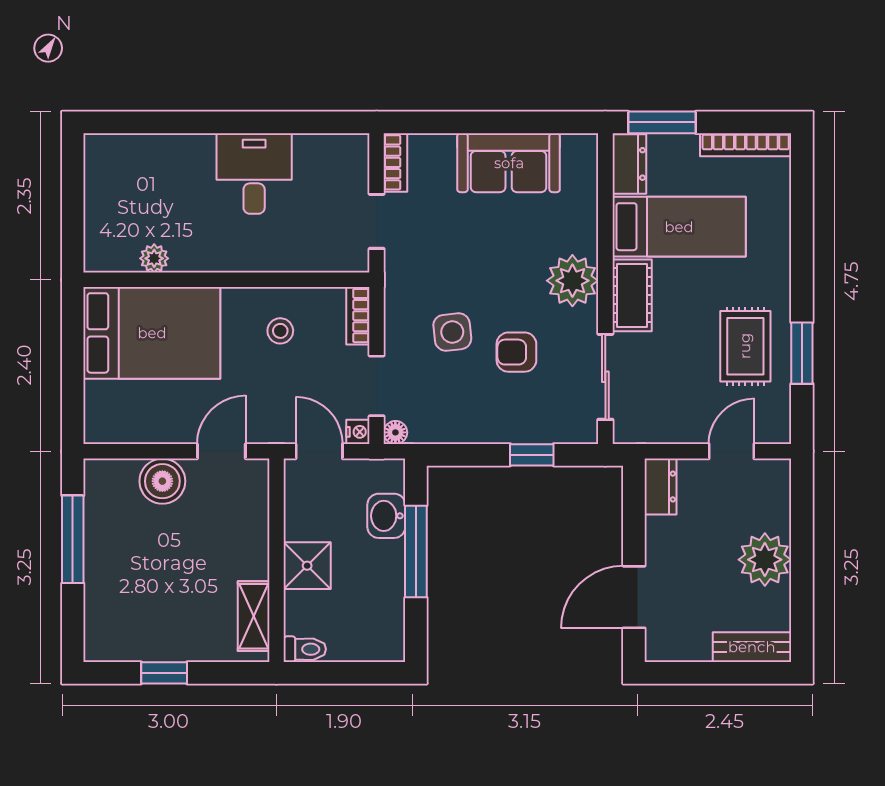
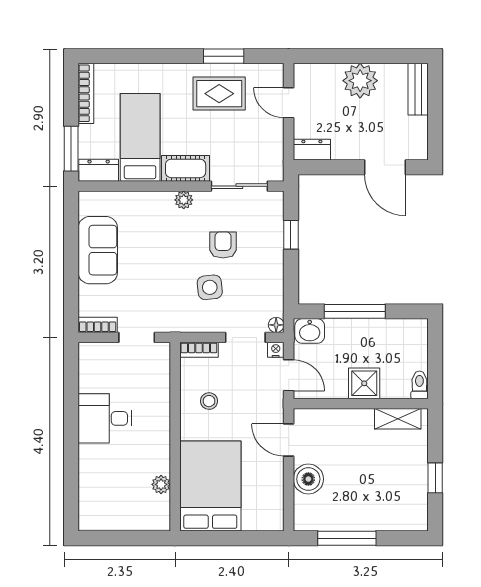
plant: (572, 281) -> (184, 200), width x0.53, depth x0.53
armchair: (516, 352) -> (223, 245), turned 180
door: (319, 451) -> (289, 375), swing flipped
washbasin: (386, 516) -> (310, 331), moved

